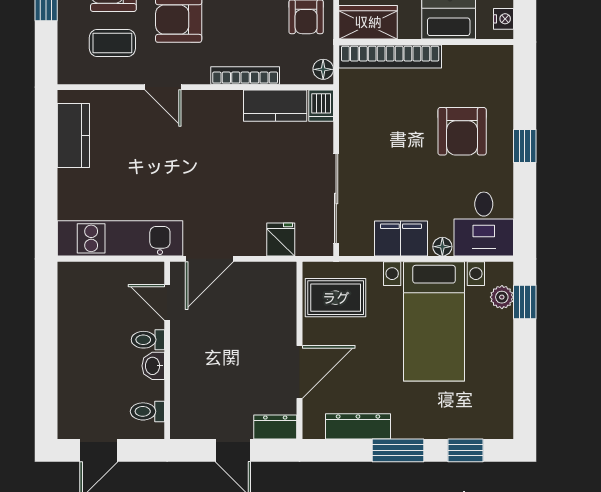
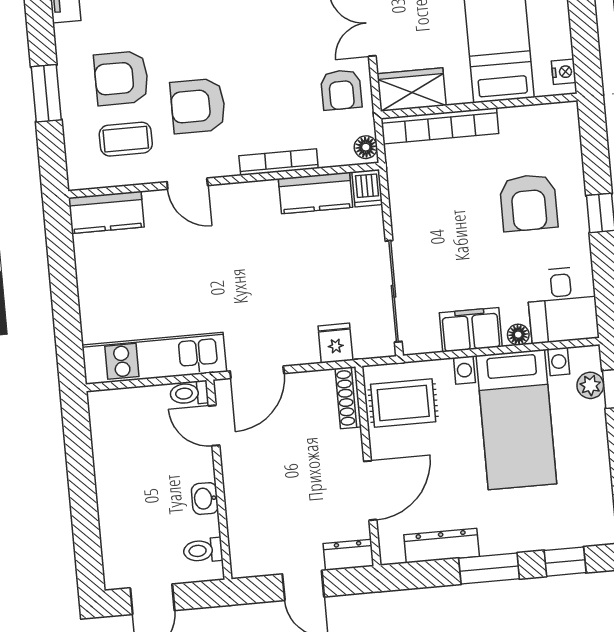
kitchen counter: (73, 135) -> (106, 212), moved, turned 90
shoe rack: (288, 289) -> (348, 398), added
toilet: (148, 340) -> (189, 393), moved

